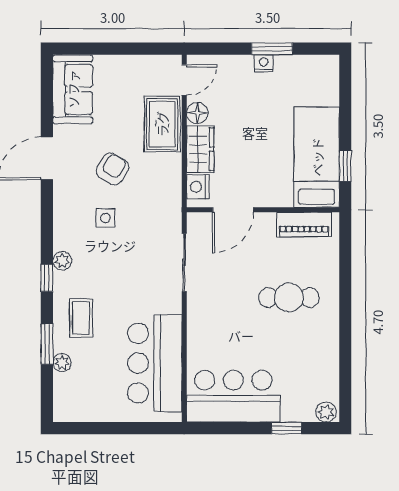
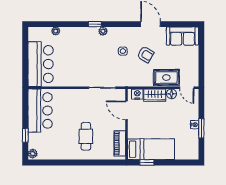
coffee table: (81, 318) -> (76, 40), removed
window: (47, 344) -> (64, 24), removed
bar counter: (155, 363) -> (41, 64), moved, turned 90

